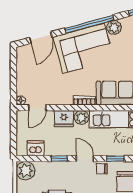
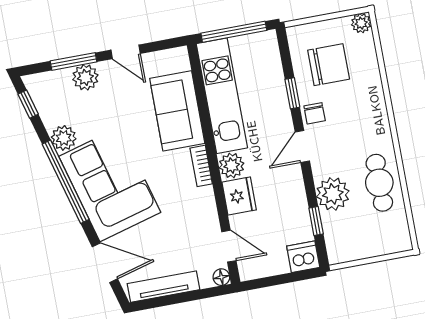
tv unit: (22, 67) -> (163, 287), added
dishwasher: (36, 148) -> (303, 257), moved, turned 90
window: (59, 159) -> (316, 221), moved
plant: (26, 171) -> (333, 194), moved

